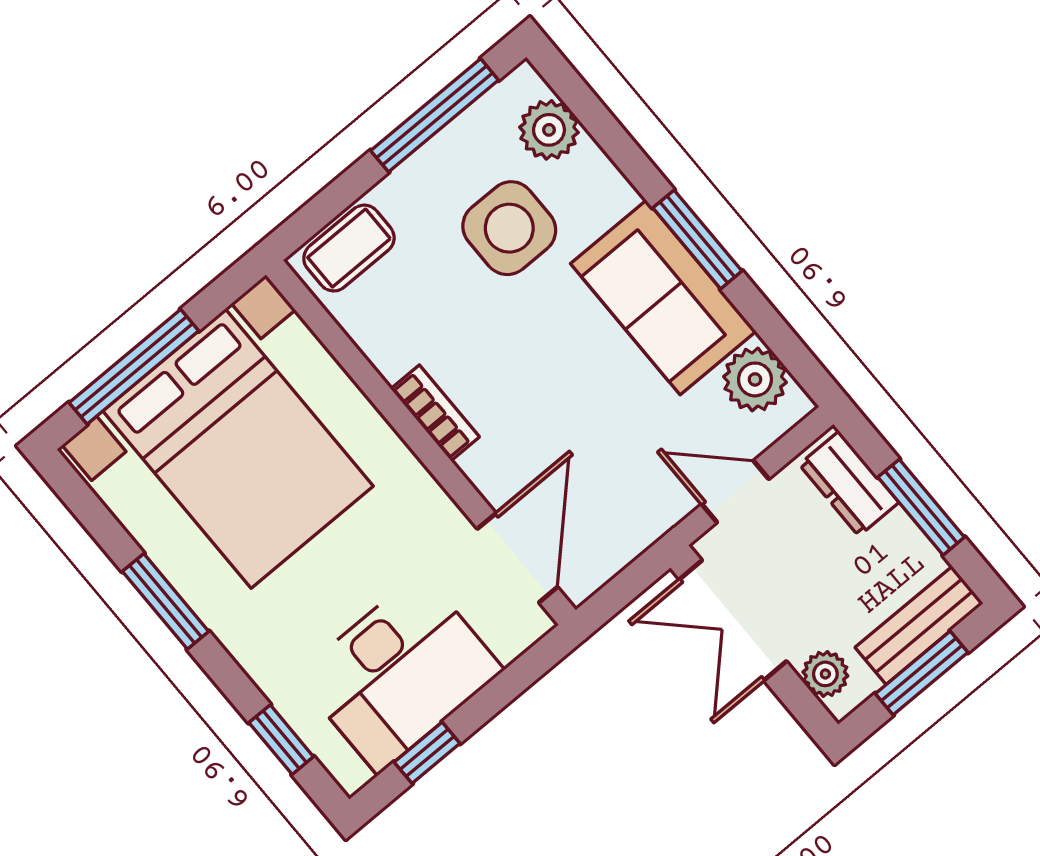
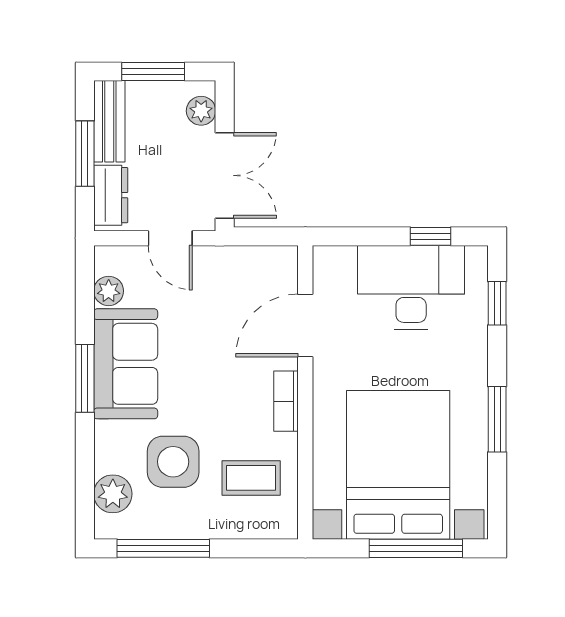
coffee table: (349, 248) -> (251, 478), moved
plant: (755, 379) -> (109, 291), width x0.73, depth x0.73
door: (517, 558) -> (305, 325), moved
bench: (919, 625) -> (109, 121), moved, turned 90

